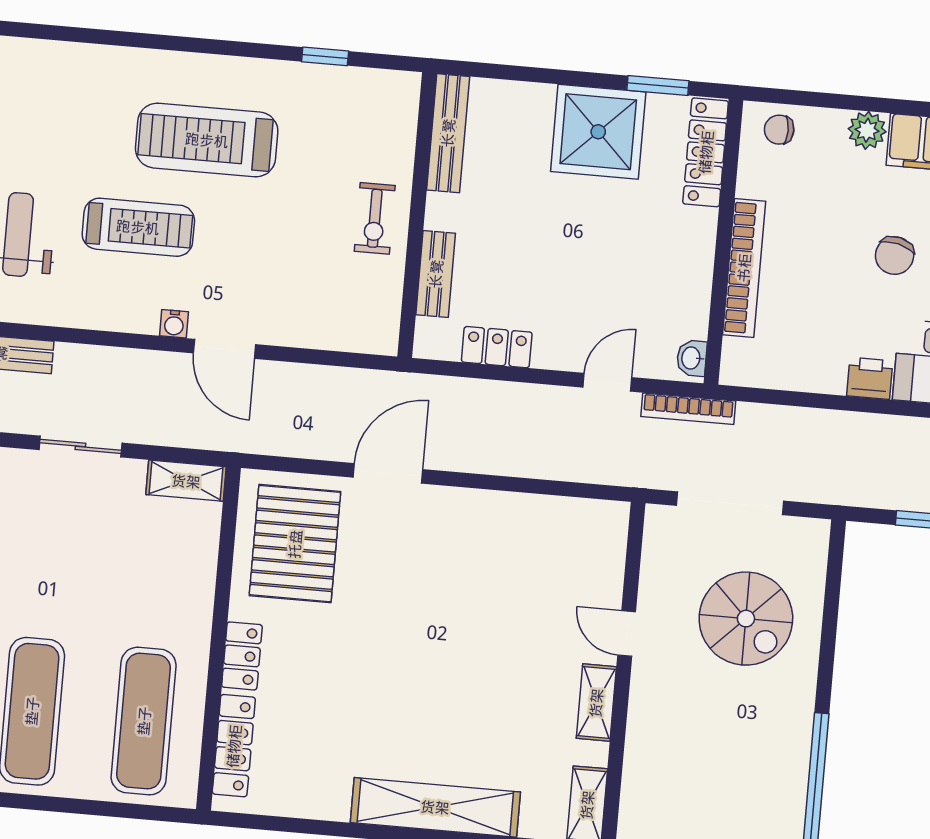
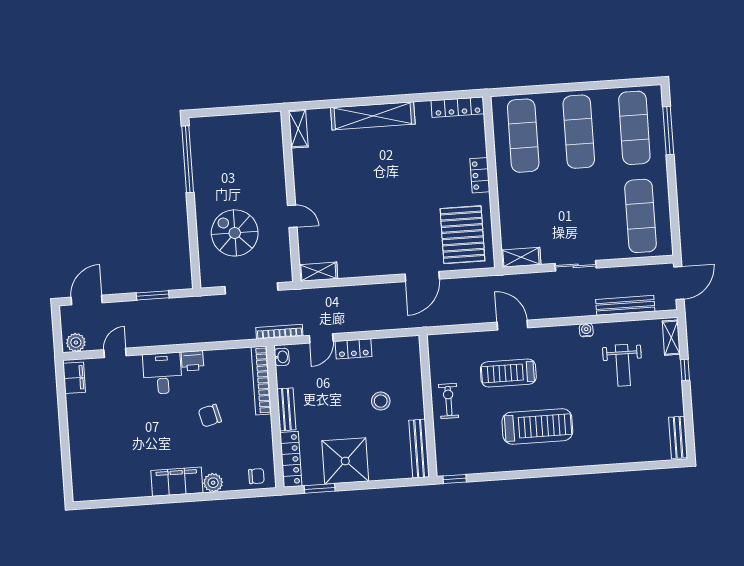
window: (325, 56) -> (455, 479), moved
treadmill: (138, 227) -> (508, 373), moved
stool: (509, 239) -> (381, 401), added
chair: (895, 255) -> (210, 416), moved, turned -118
bookcase: (744, 268) -> (261, 380), moved
bench: (436, 274) -> (286, 409), moved
water cooler: (174, 324) -> (586, 330), moved
locker: (497, 347) -> (354, 349), moved
shelving: (596, 703) -> (318, 272), moved, turned 90
locker: (234, 746) -> (458, 107), moved, turned -90

